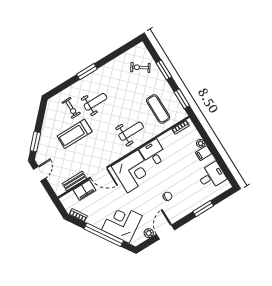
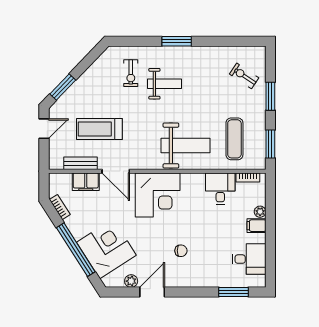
weight bench: (131, 131) -> (186, 146), width x1.36, depth x1.33
treadmill: (75, 134) -> (99, 129), moved
desk: (153, 153) -> (220, 189), moved
window: (203, 209) -> (233, 292), moved

